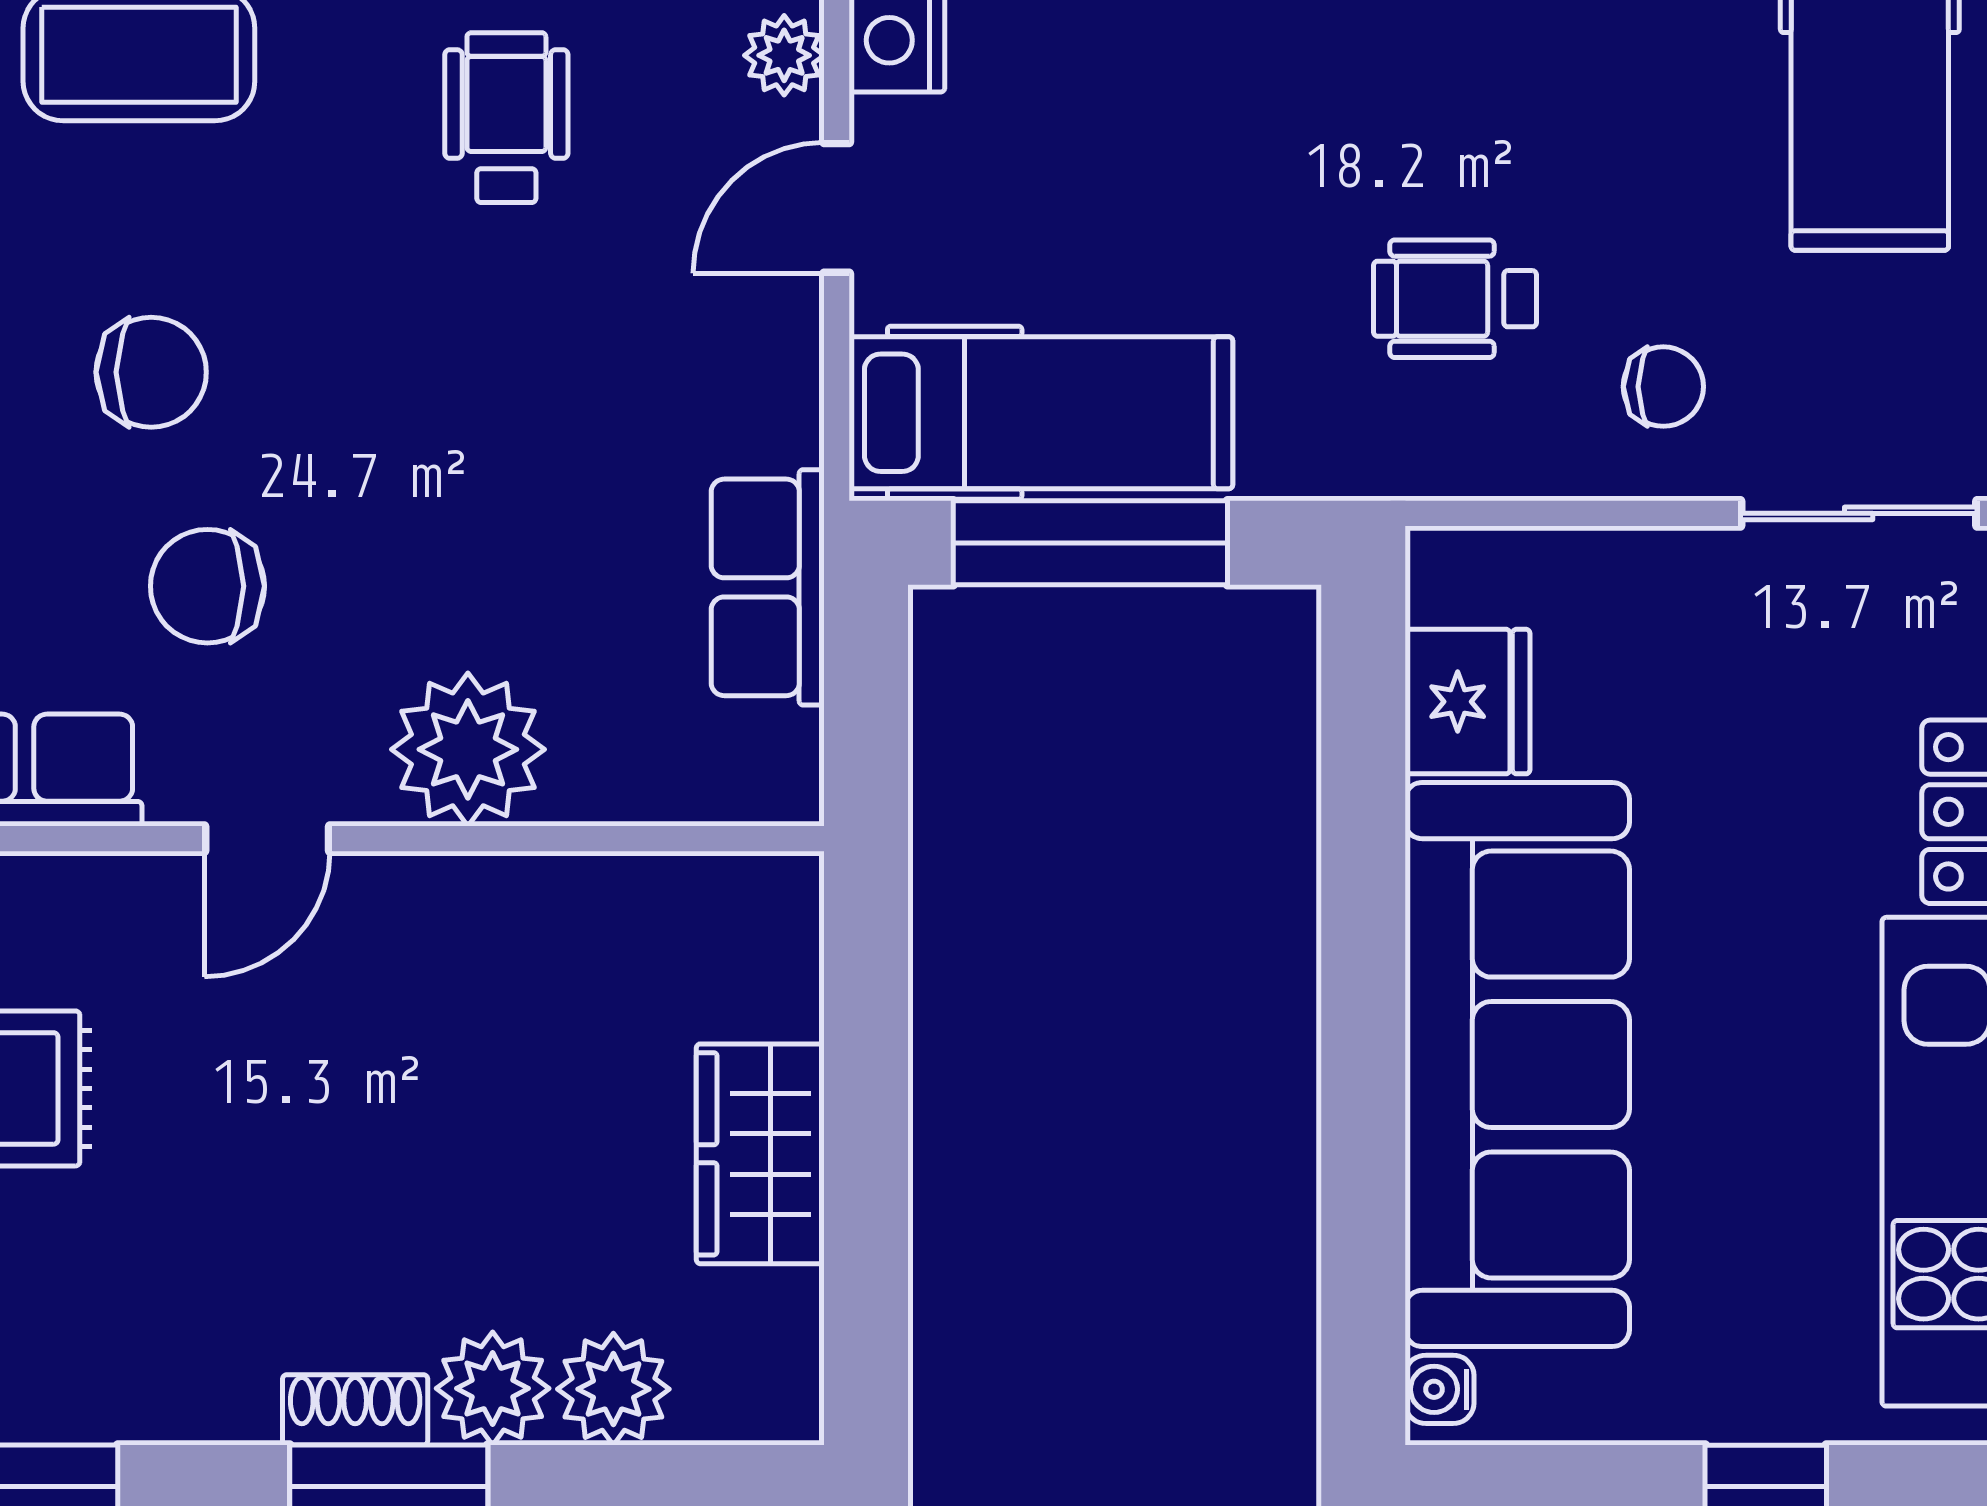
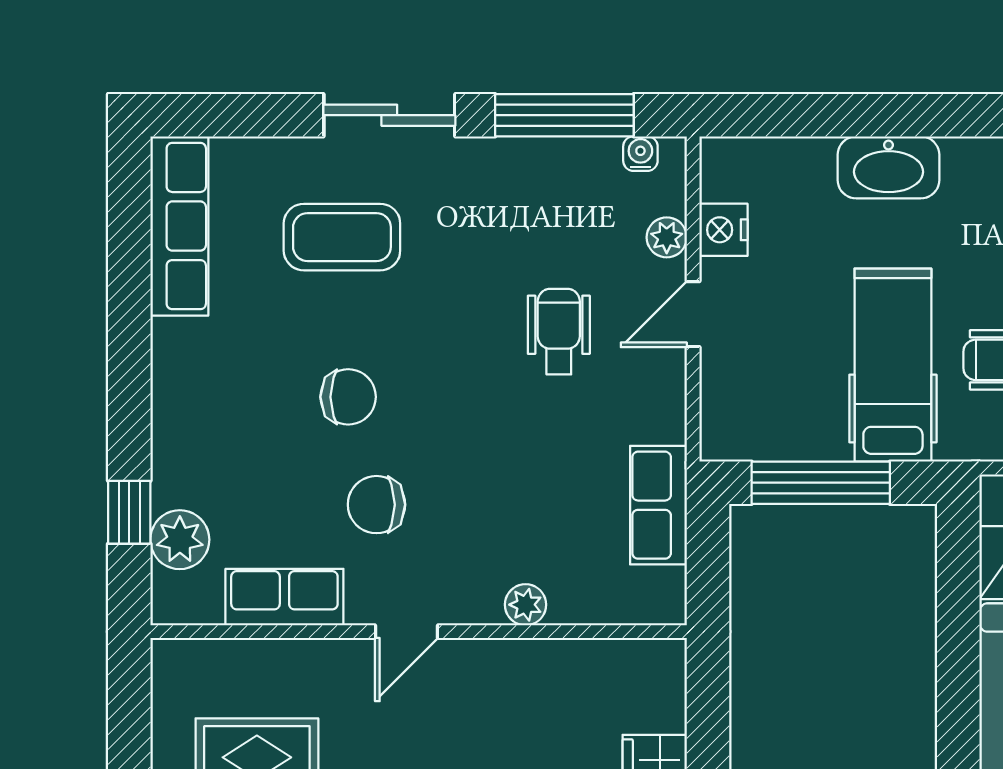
wheelchair: (506, 118) -> (559, 332), moved
hospital bed: (1041, 413) -> (893, 365), moved, turned -90
plant: (468, 749) -> (526, 605), width x0.53, depth x0.53

